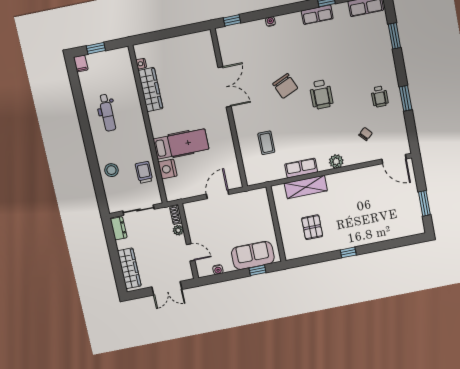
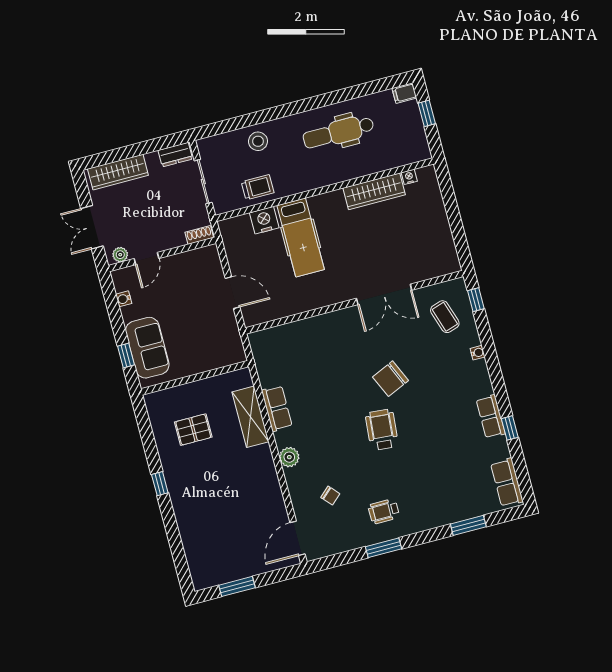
wheelchair: (321, 94) -> (382, 430), turned 95
dental chair: (107, 113) -> (338, 132), width x1.36, depth x1.38
coffee table: (266, 143) -> (445, 317), moved, turned 72
plant: (178, 230) -> (120, 255), moved

